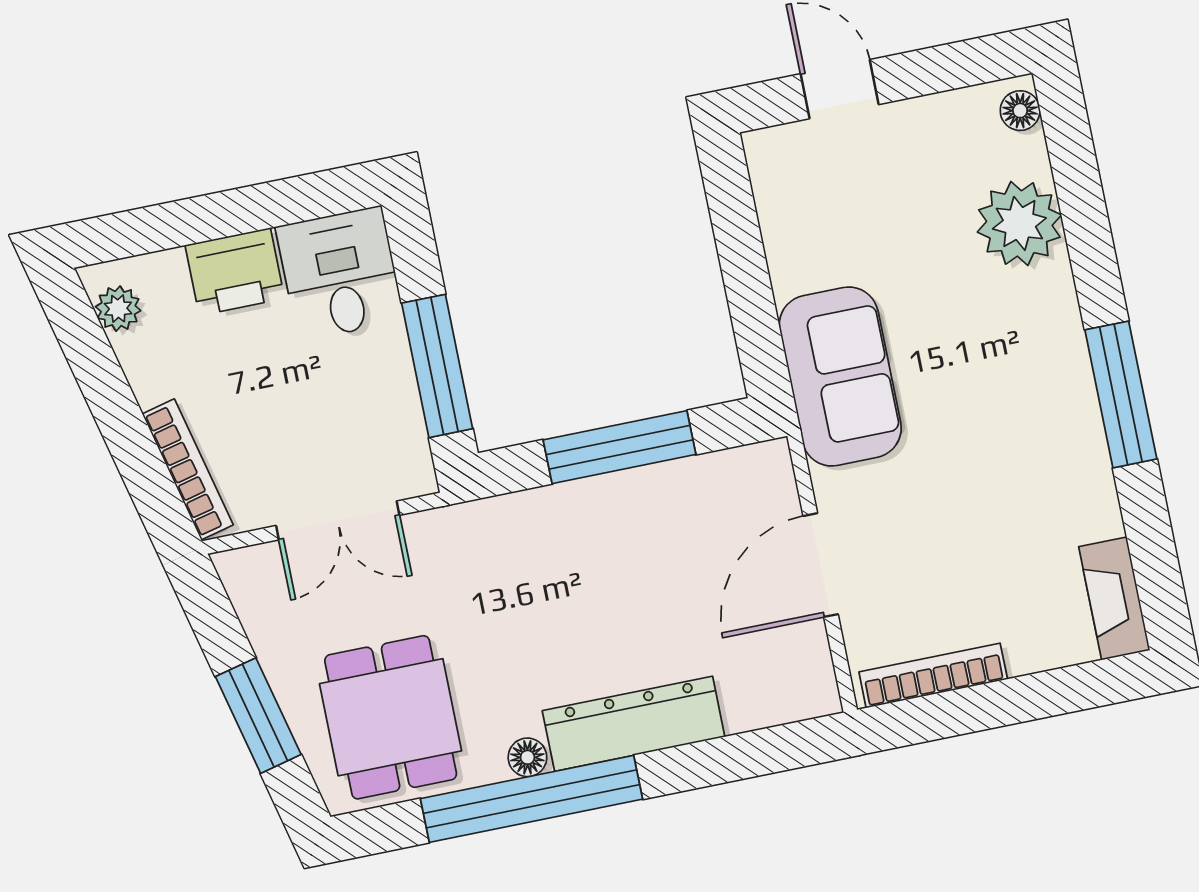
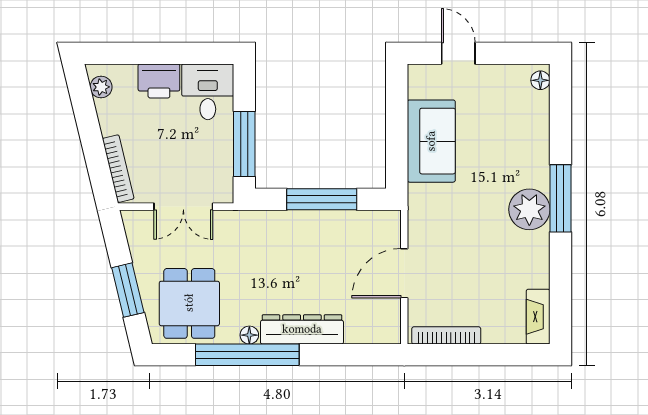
plant: (1019, 223) -> (529, 209), moved
sofa: (840, 376) -> (431, 141), moved
window: (1121, 394) -> (560, 198), moved

